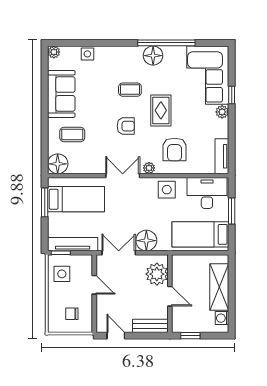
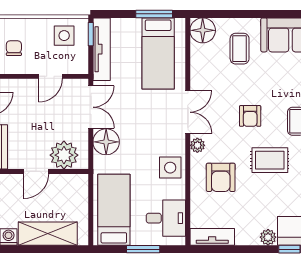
armchair: (175, 149) -> (221, 177), turned -90
desk: (207, 193) -> (166, 218), width x0.73

